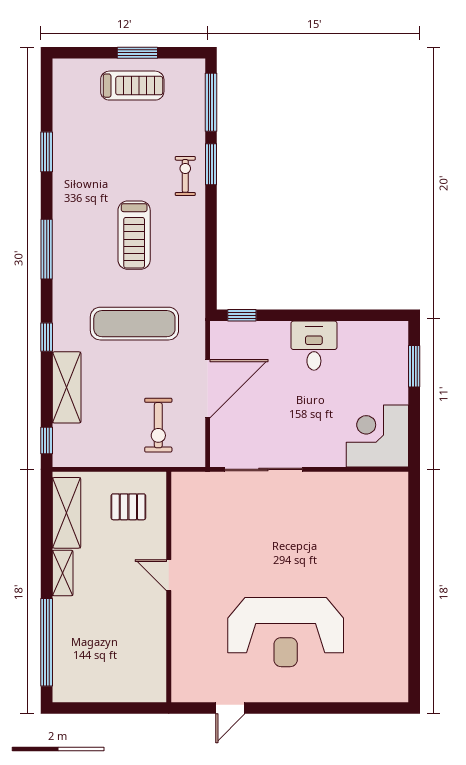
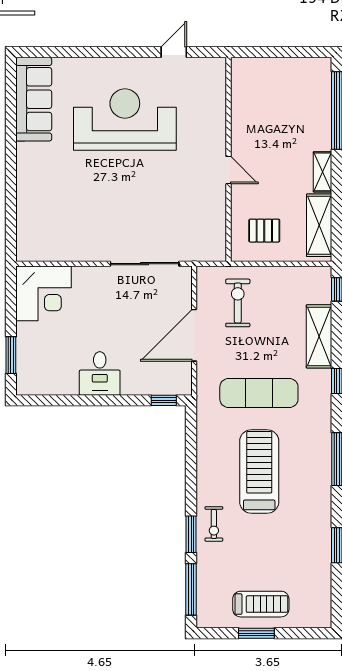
treadmill: (132, 86) -> (261, 604), turned 180
treadmill: (134, 235) -> (259, 471), width x1.37, depth x1.38
sofa: (388, 655) -> (34, 99), added

